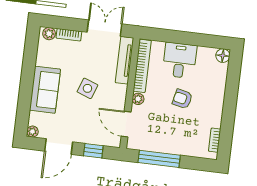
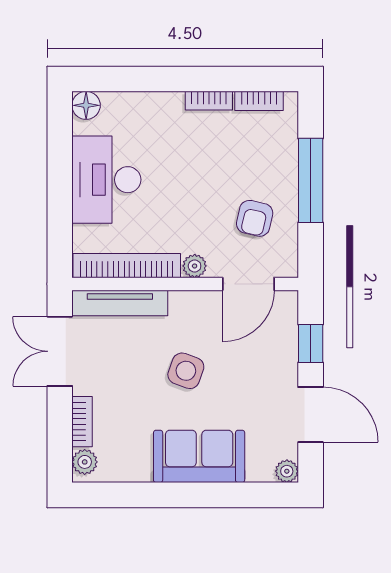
desk: (180, 60) -> (106, 180), width x1.37
armchair: (182, 99) -> (255, 218), moved
bookcase: (218, 116) -> (209, 101), added
window: (159, 159) -> (311, 180), moved

